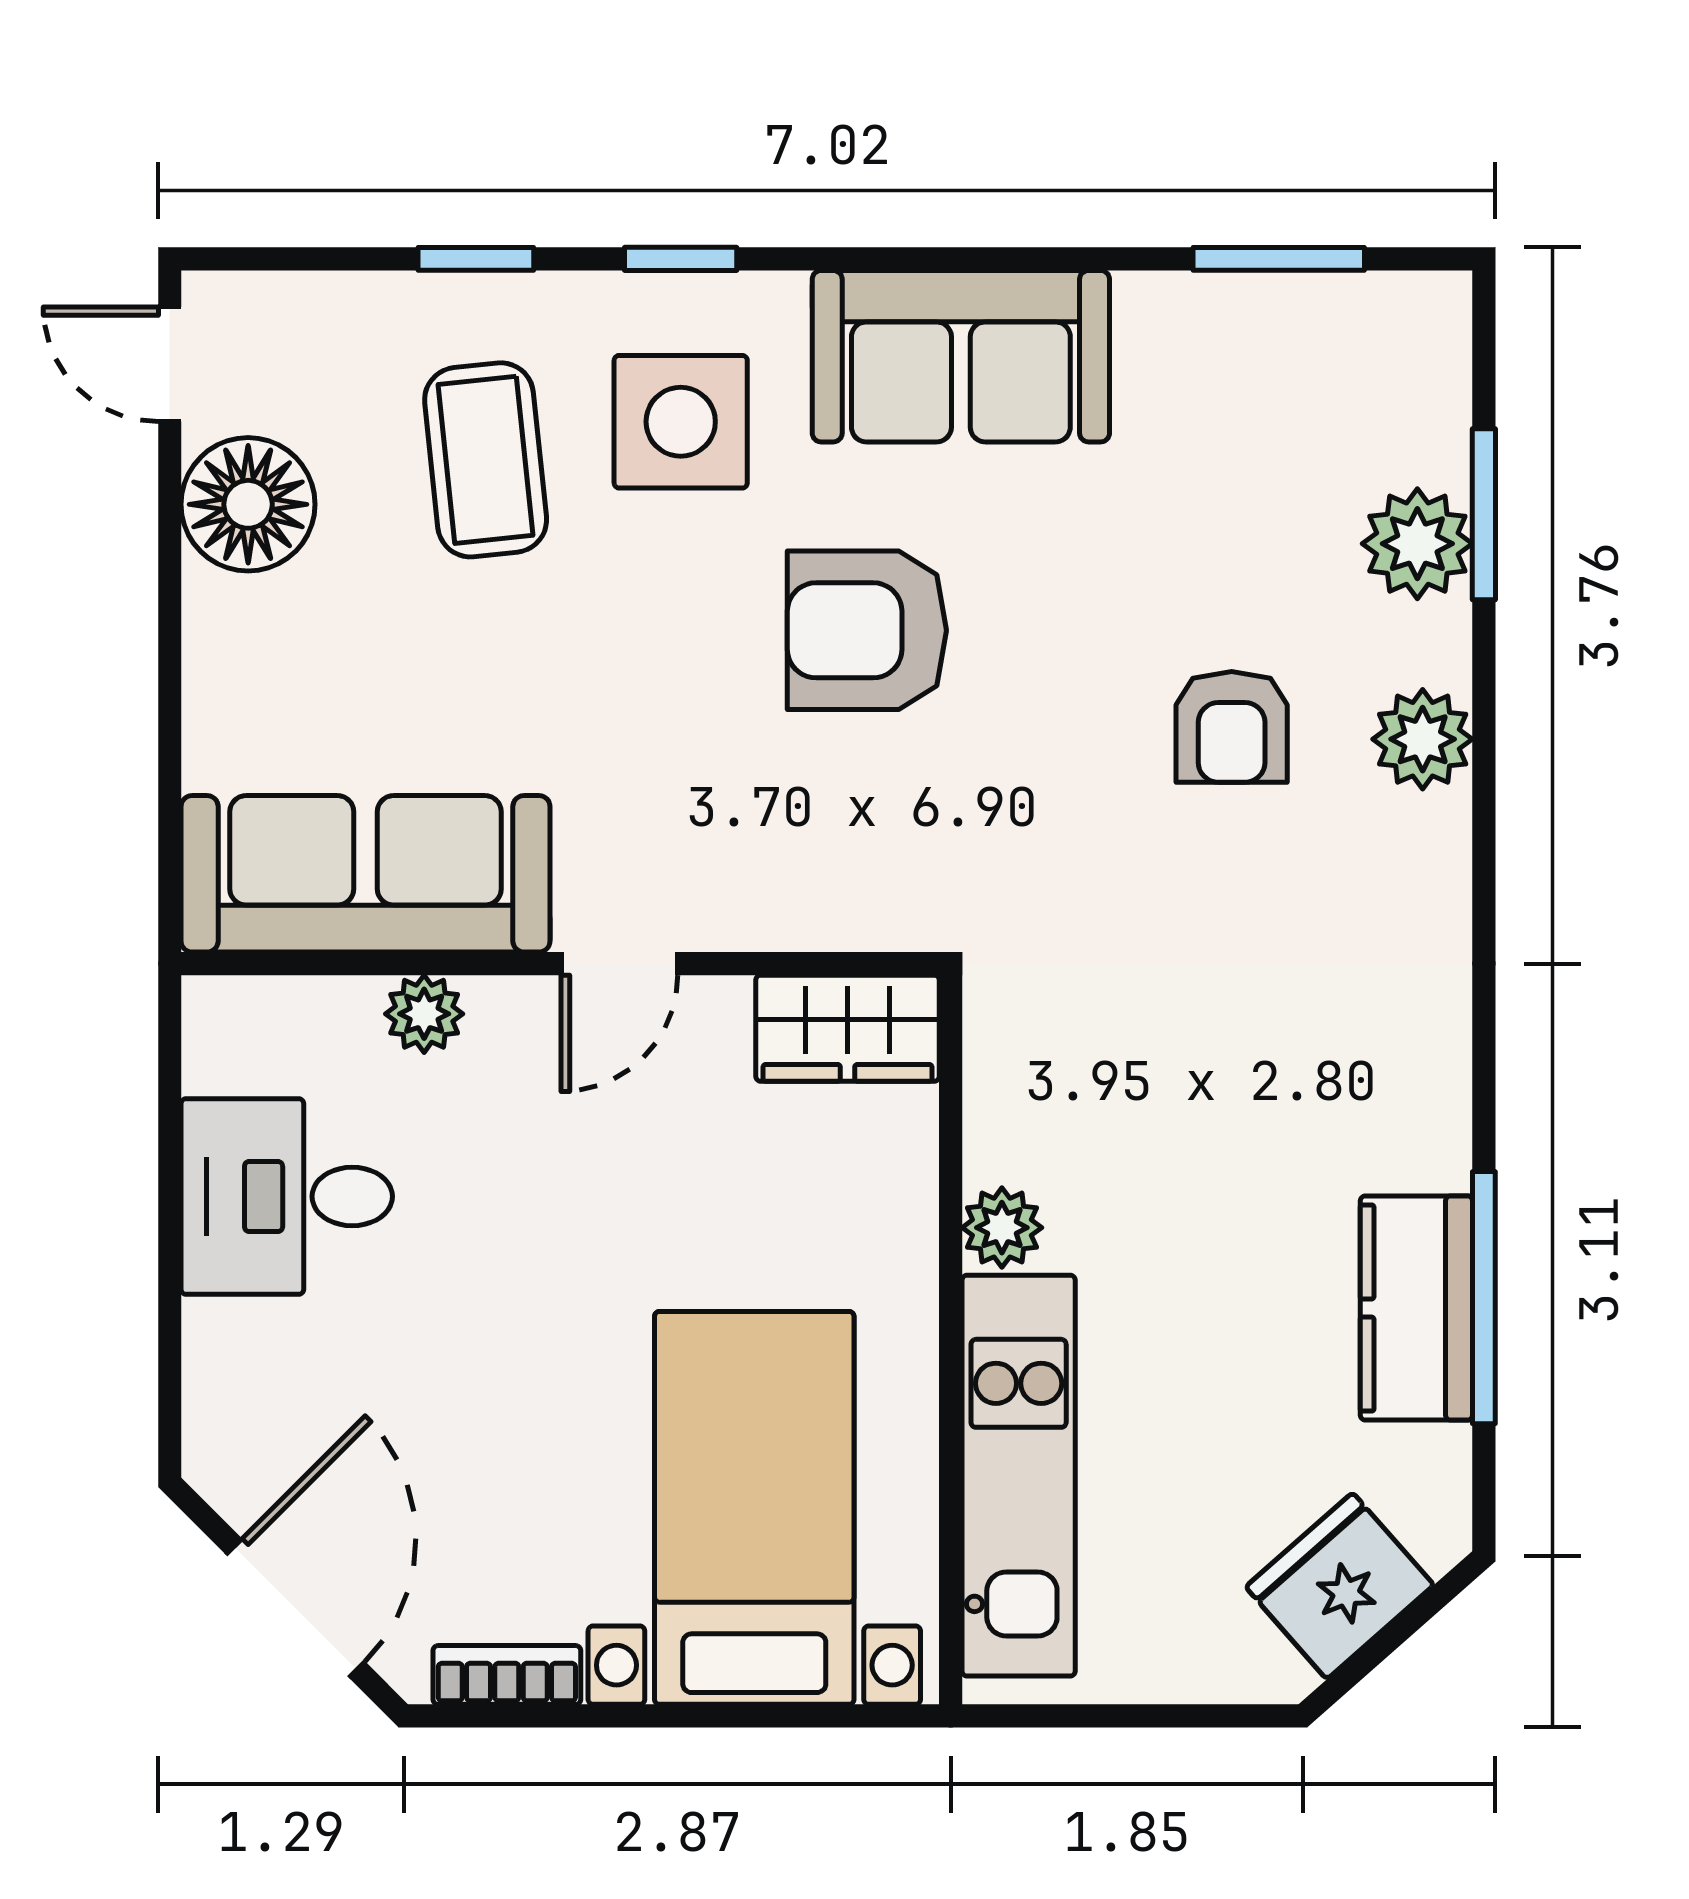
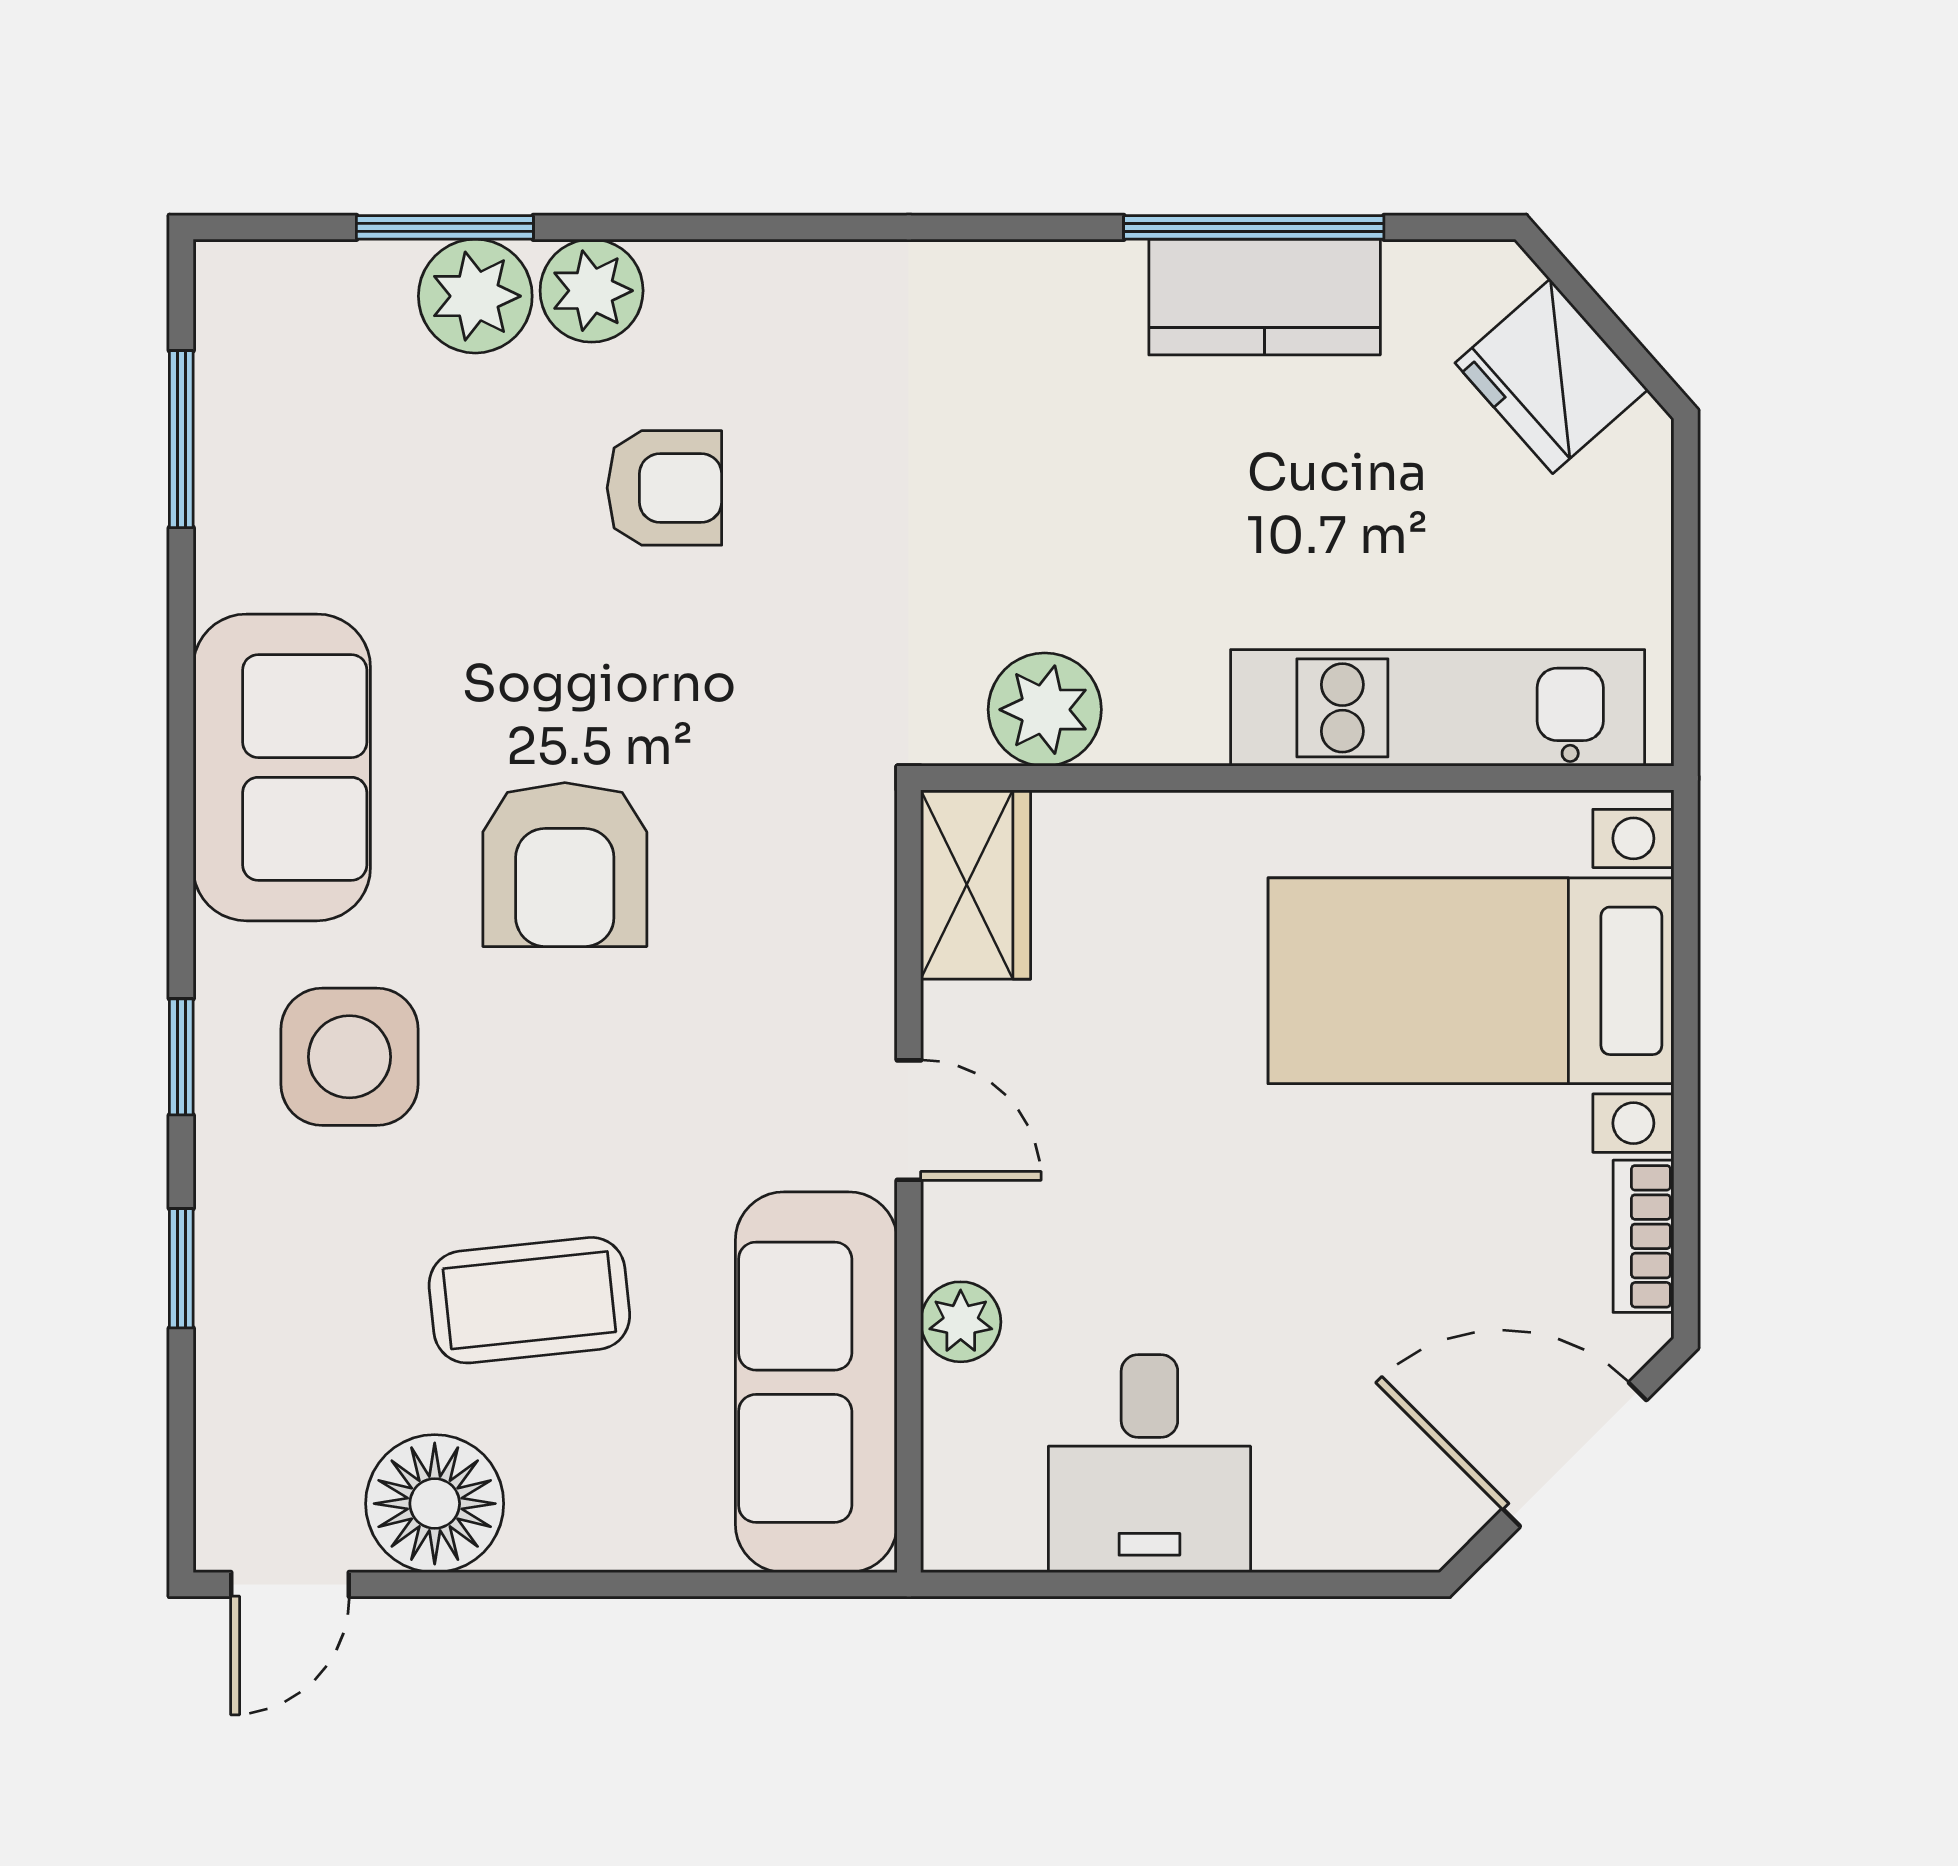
coffee table: (486, 460) -> (529, 1300), moved
plant: (1423, 739) -> (592, 291), moved
plant: (1002, 1228) -> (1045, 710), moved, width x1.38, depth x1.38

